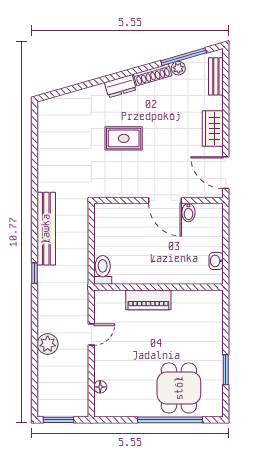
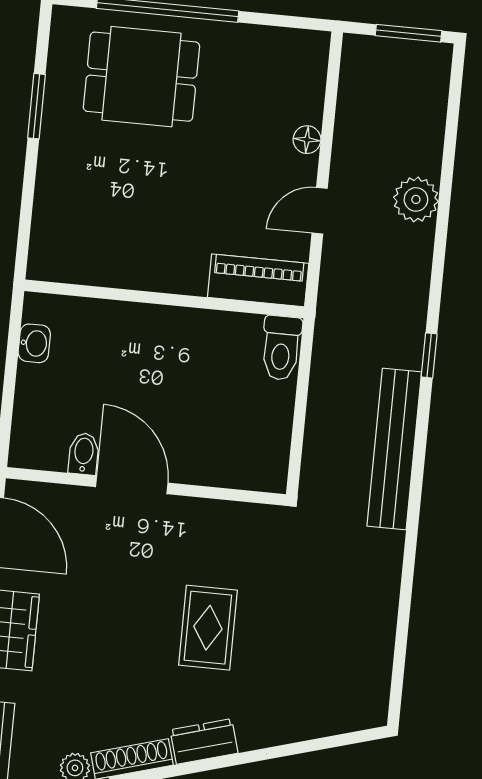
rug: (124, 138) -> (208, 628), turned 90
piano: (148, 300) -> (258, 280), moved
floor lamp: (100, 387) -> (307, 140), moved
dining table: (179, 388) -> (141, 77), turned 90

